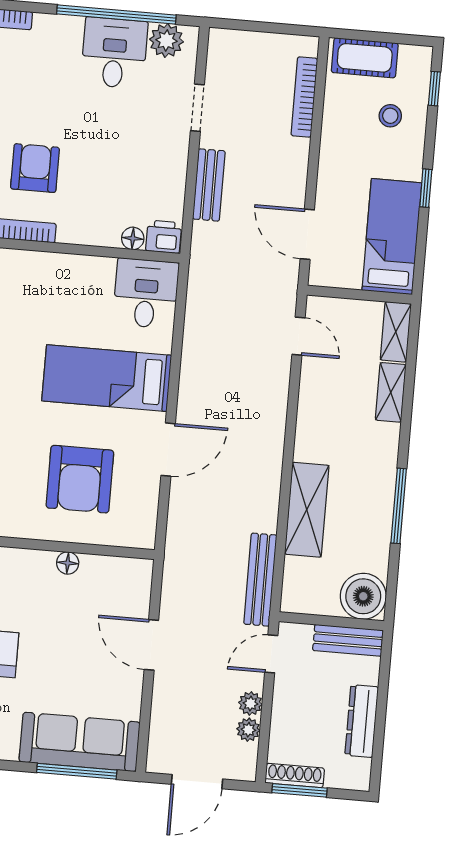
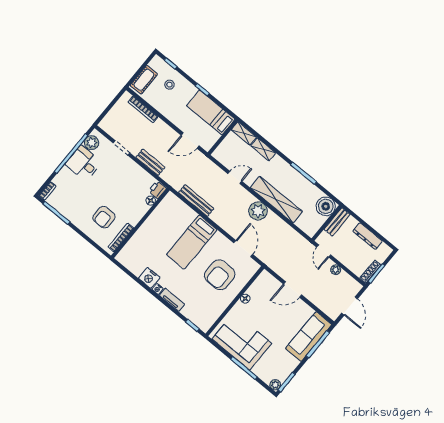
armchair: (35, 168) -> (104, 217), turned -90
desk: (146, 293) -> (172, 209), removed
door: (299, 336) -> (235, 177), moved
door: (168, 450) -> (243, 249), moved
armchair: (80, 479) -> (220, 275), turned 90
shelving: (307, 510) -> (276, 200), width x1.47
bench: (260, 580) -> (196, 201), moved
plant: (248, 730) -> (258, 211), moved, width x1.87, depth x1.87

